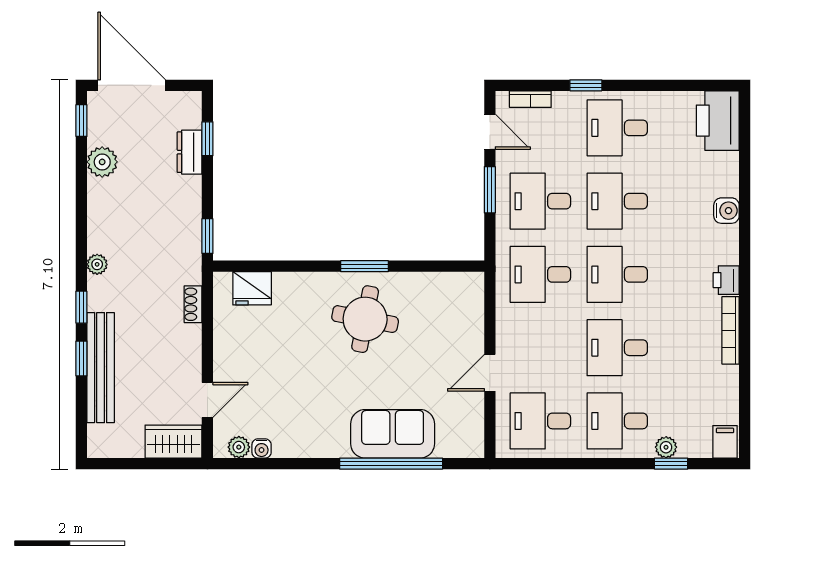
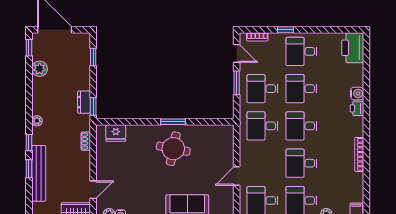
dresser: (190, 152) -> (84, 102), moved
printer: (726, 280) -> (357, 108), moved

